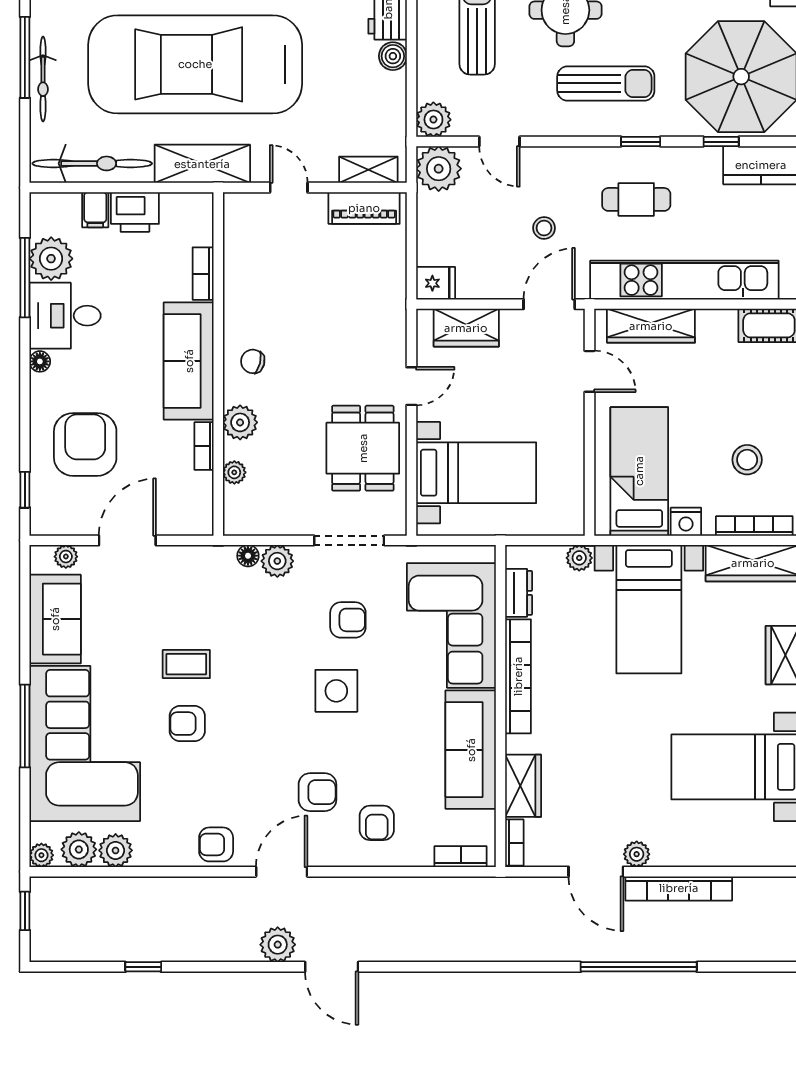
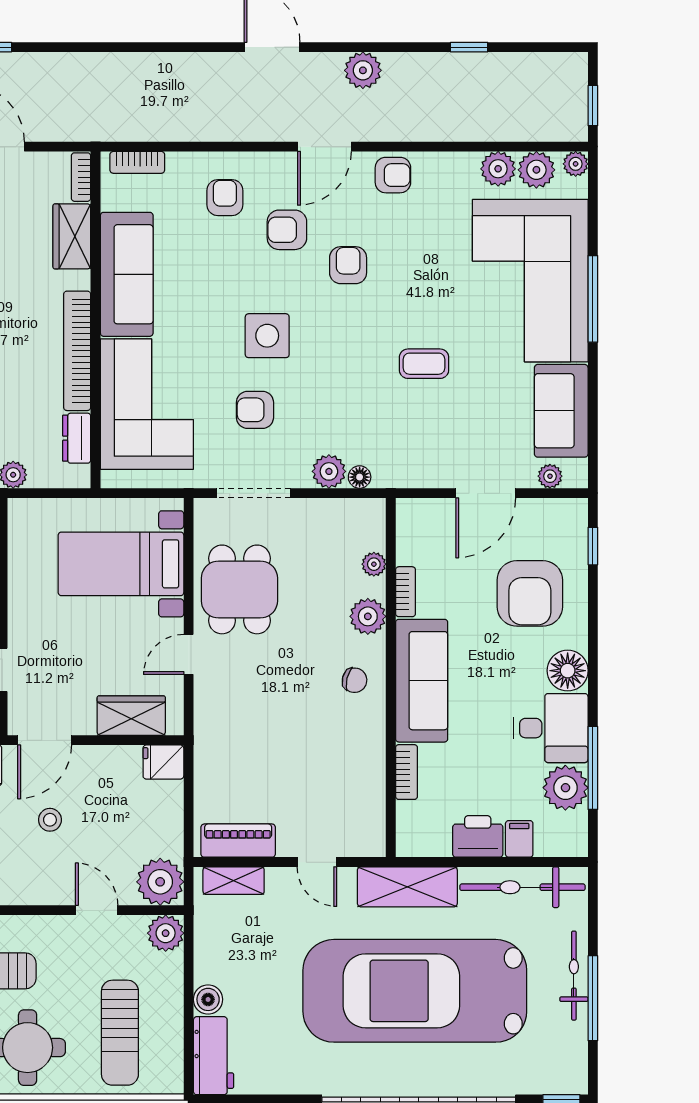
car: (195, 64) -> (415, 991), turned 180
floor lamp: (40, 361) -> (568, 671), width x1.89, depth x1.89
armchair: (187, 724) -> (348, 265), moved, turned -90
plant: (278, 945) -> (363, 70), moved

